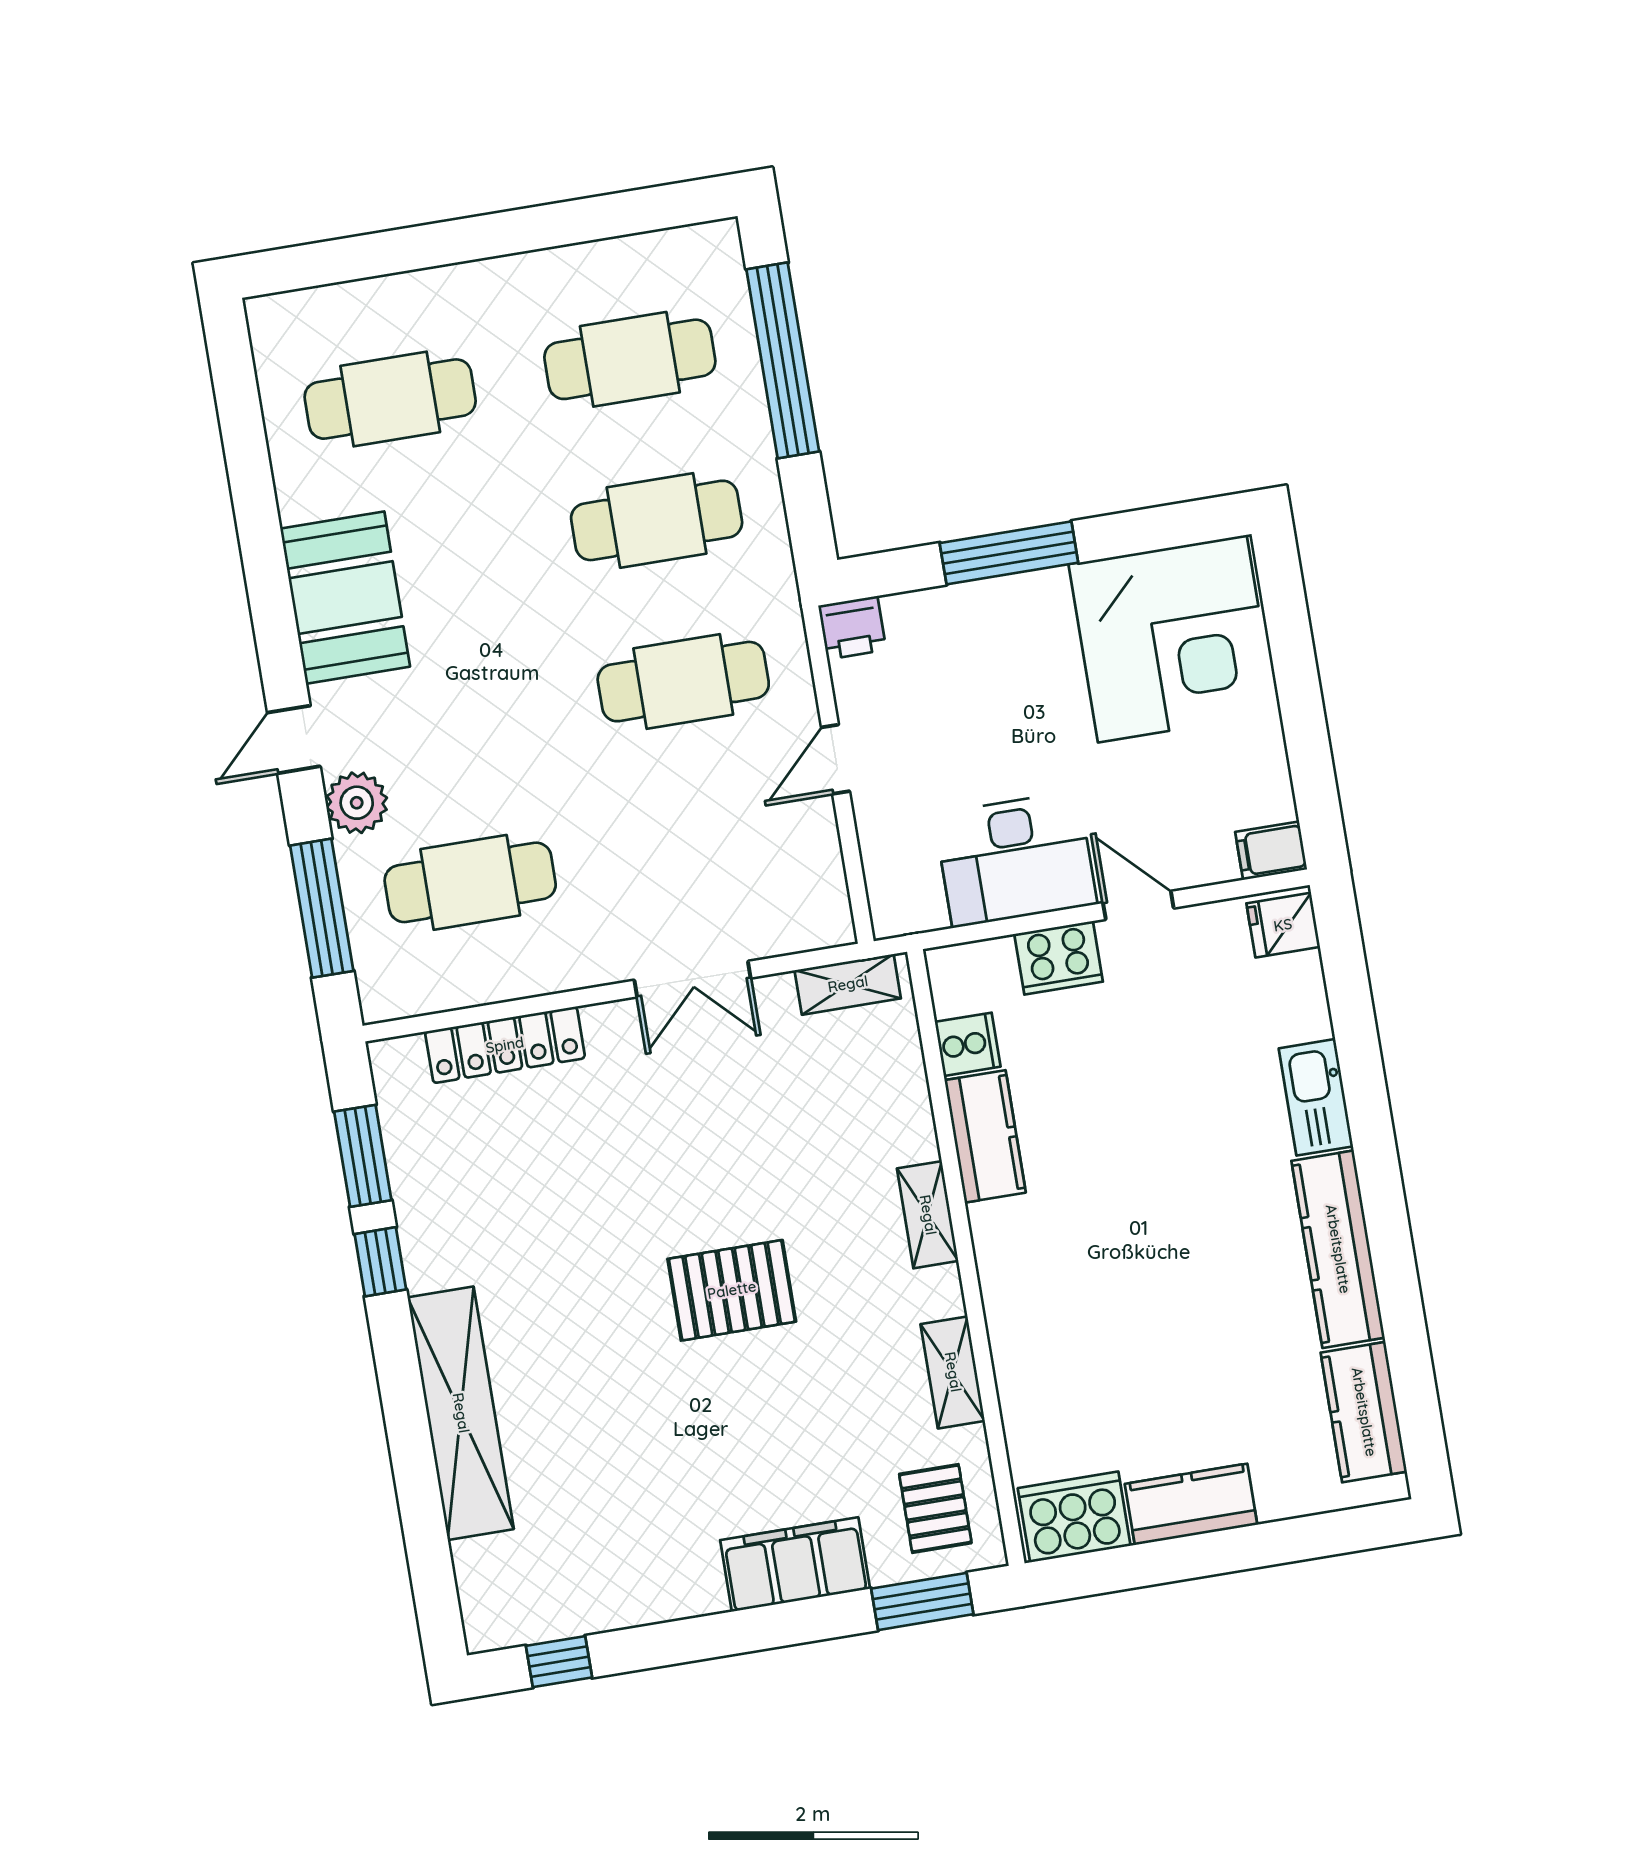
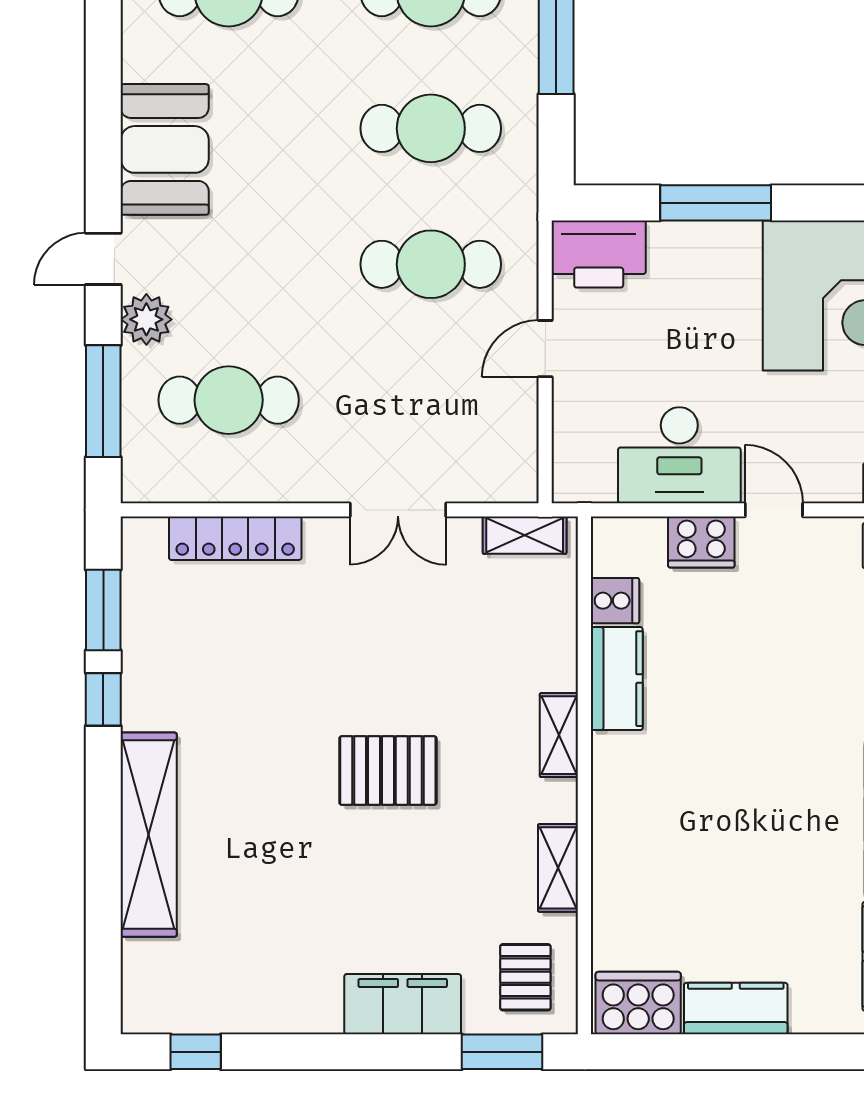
printer: (852, 628) -> (599, 254), width x1.87, depth x1.48

